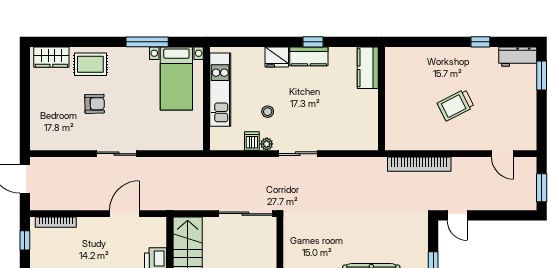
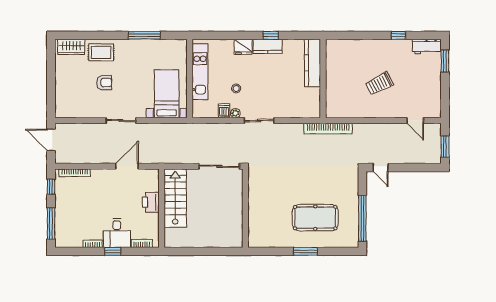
kitchen counter: (368, 68) -> (312, 63), width x1.50
bed with nightstands: (176, 79) -> (167, 94), moved, turned 180
bookcase: (419, 164) -> (328, 129), moved

